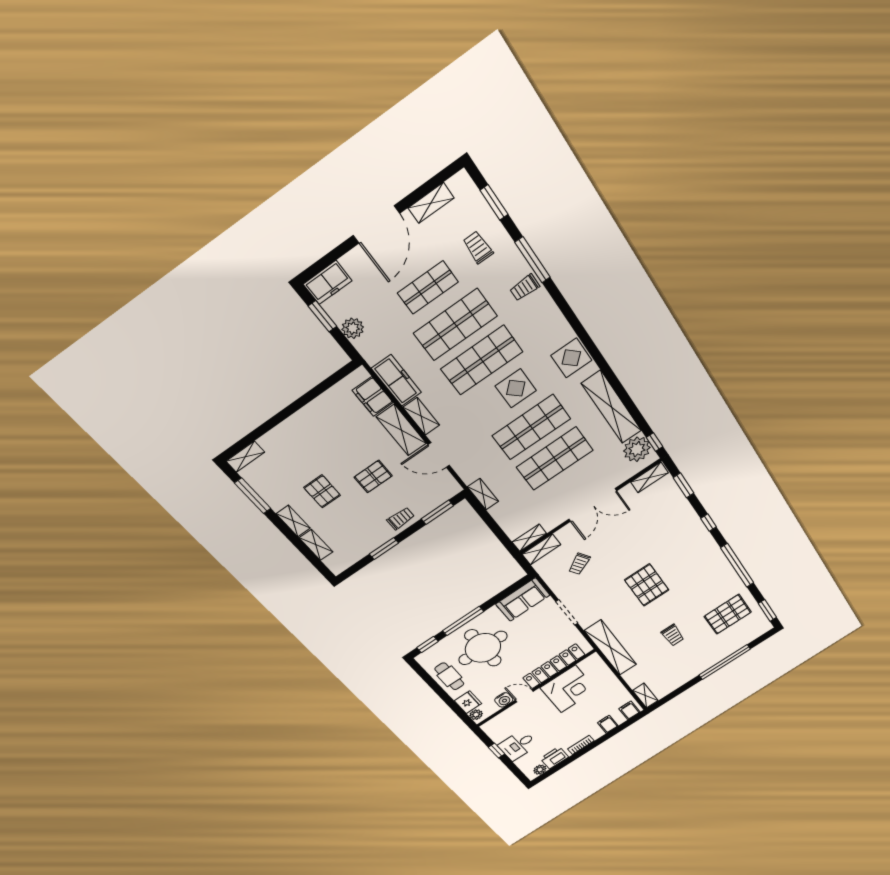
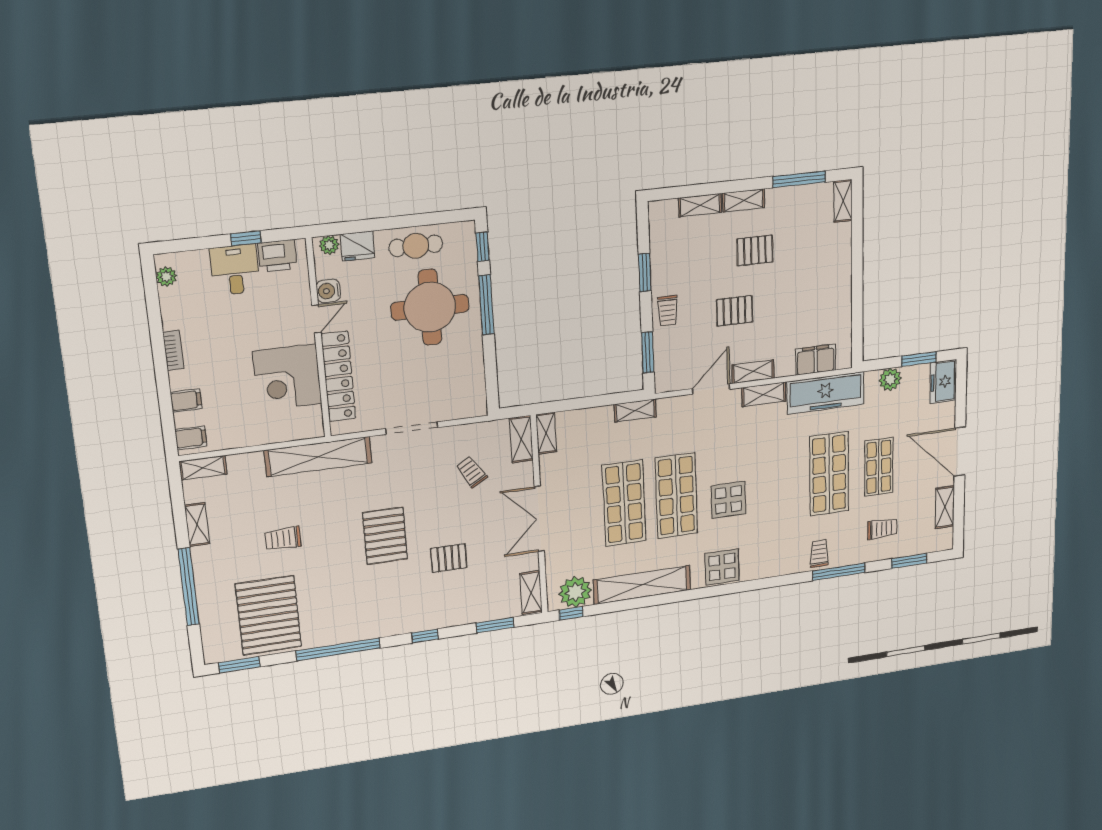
shop shelf: (482, 360) -> (779, 481), removed
freezer: (396, 380) -> (826, 393), width x1.36, depth x1.26
shelving: (401, 430) -> (753, 372), width x0.67, depth x0.75
pallet: (373, 476) -> (735, 311), turned 90
pallet: (646, 541) -> (449, 558), added
pallet: (647, 585) -> (385, 536), turned 90
sofa: (523, 600) -> (467, 387), removed
pallet: (728, 614) -> (268, 615), width x1.37, depth x1.41
shelving: (682, 679) -> (197, 525), added
printer: (554, 758) -> (277, 256), moved, turned 90

